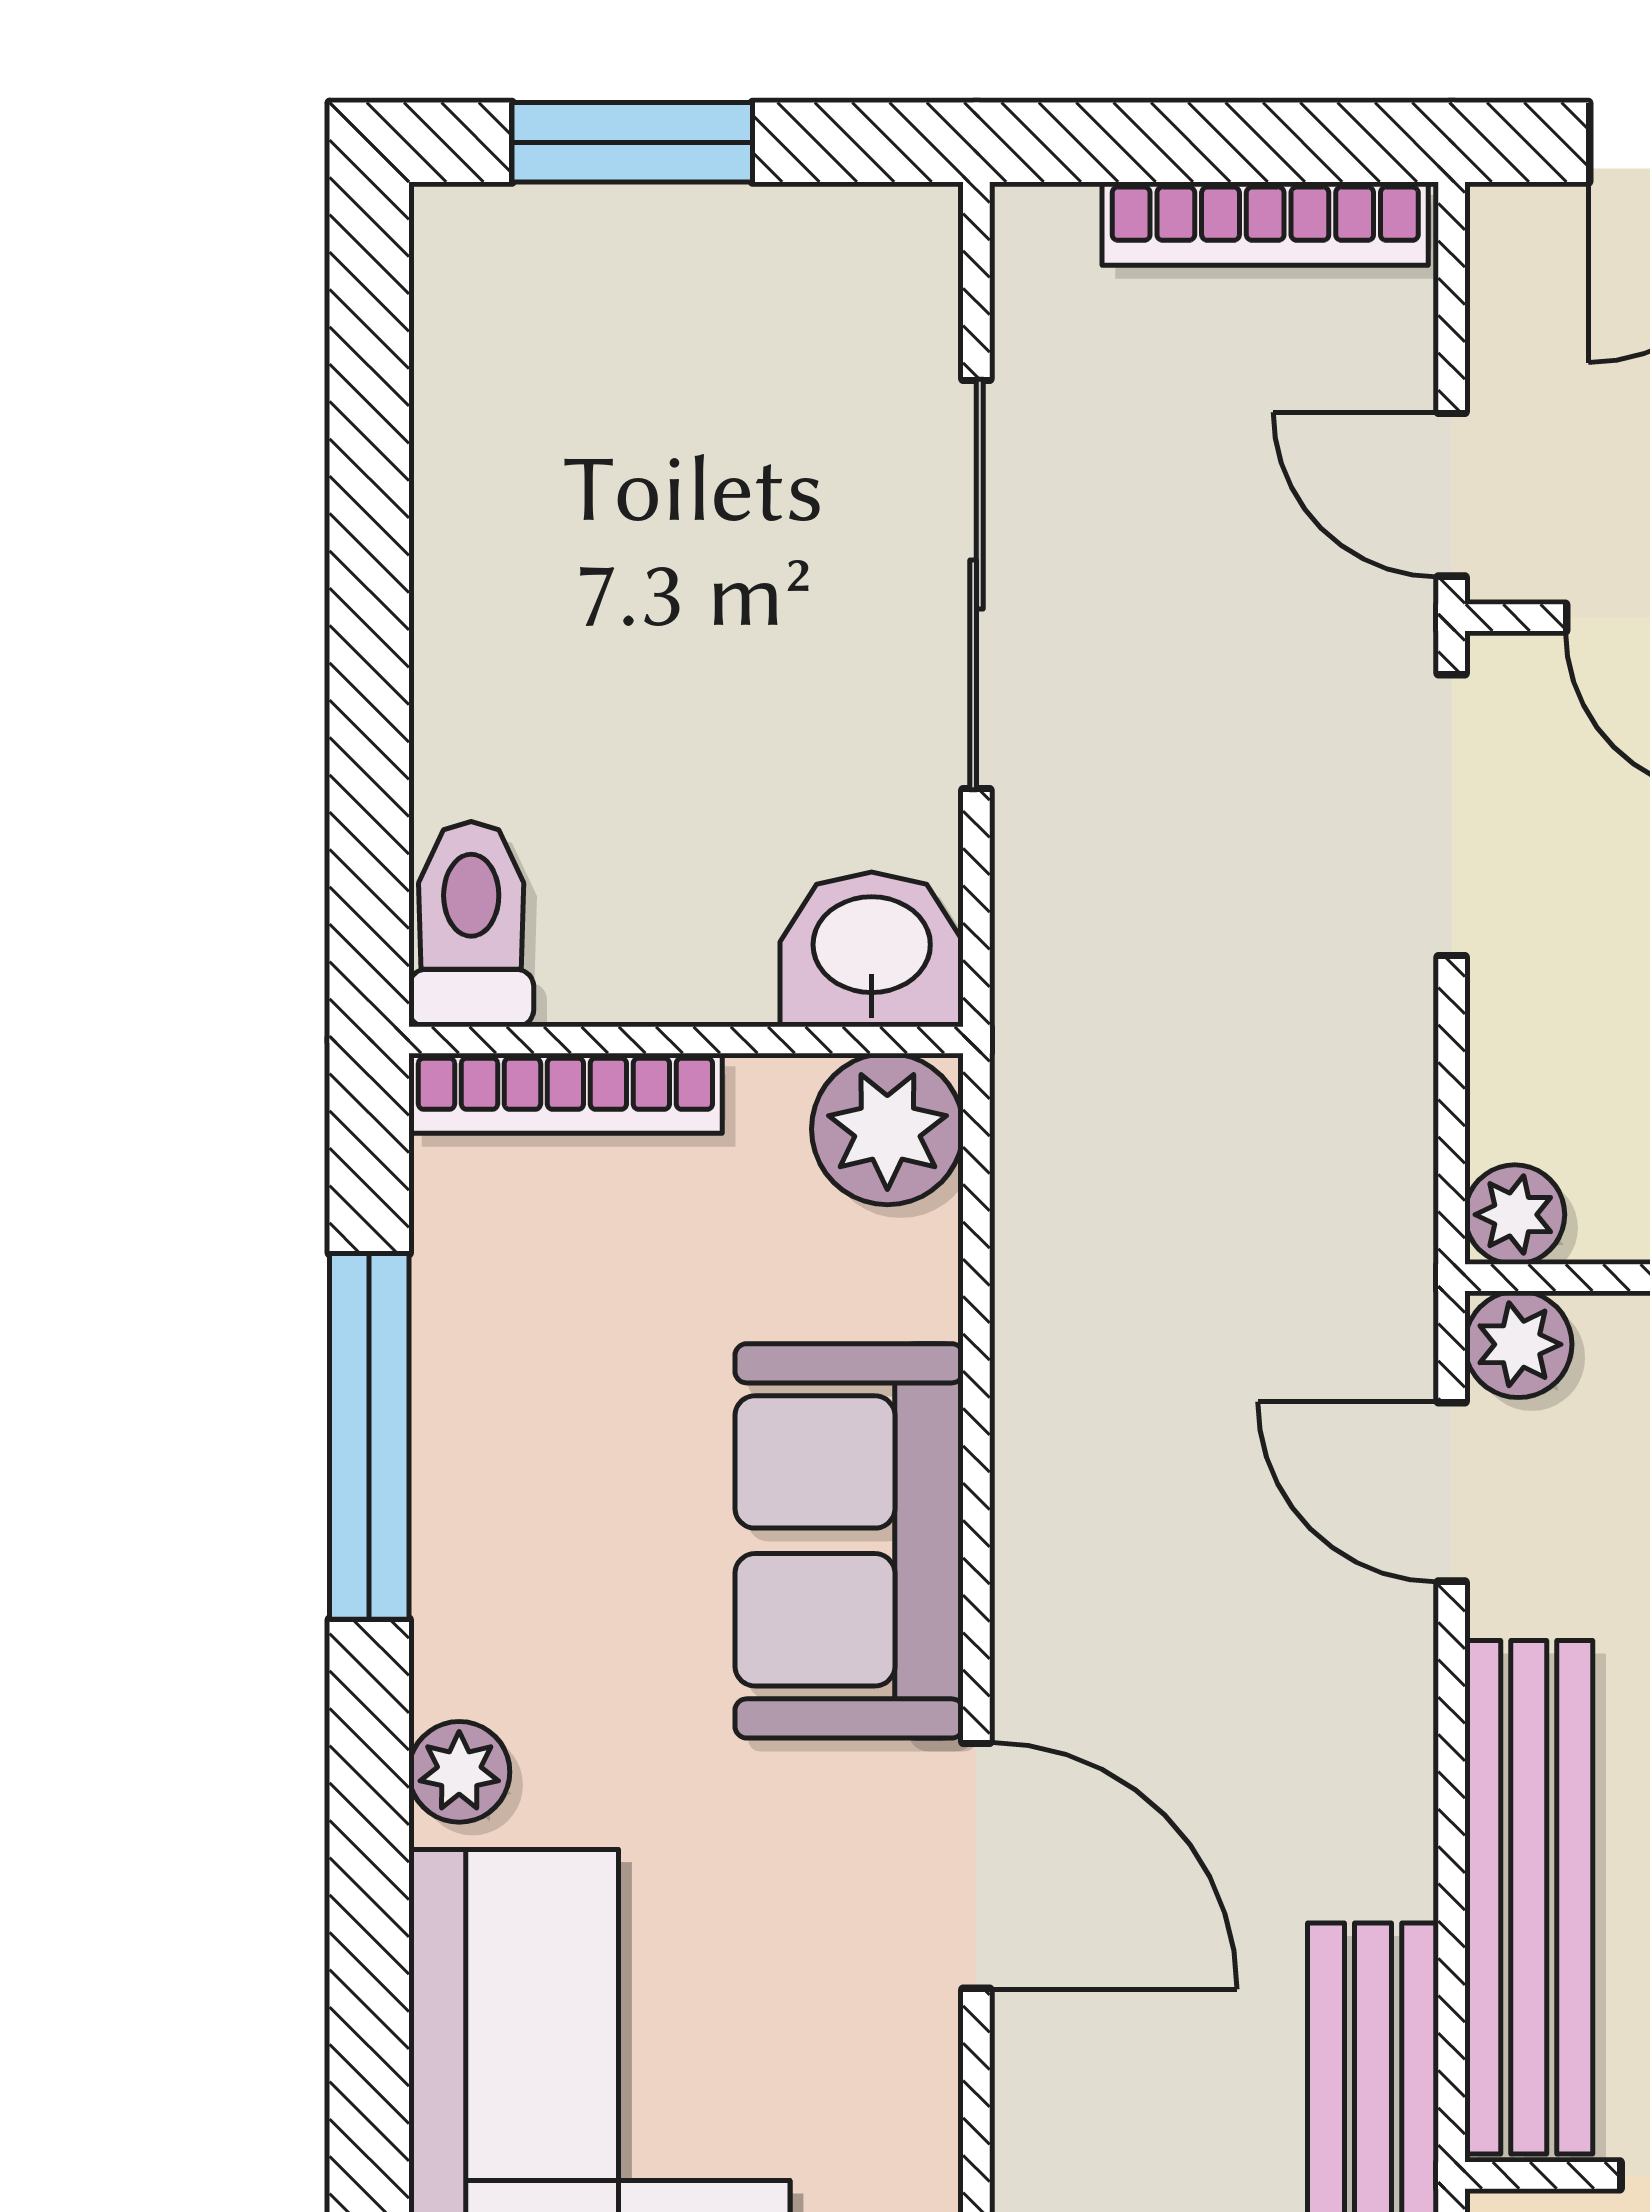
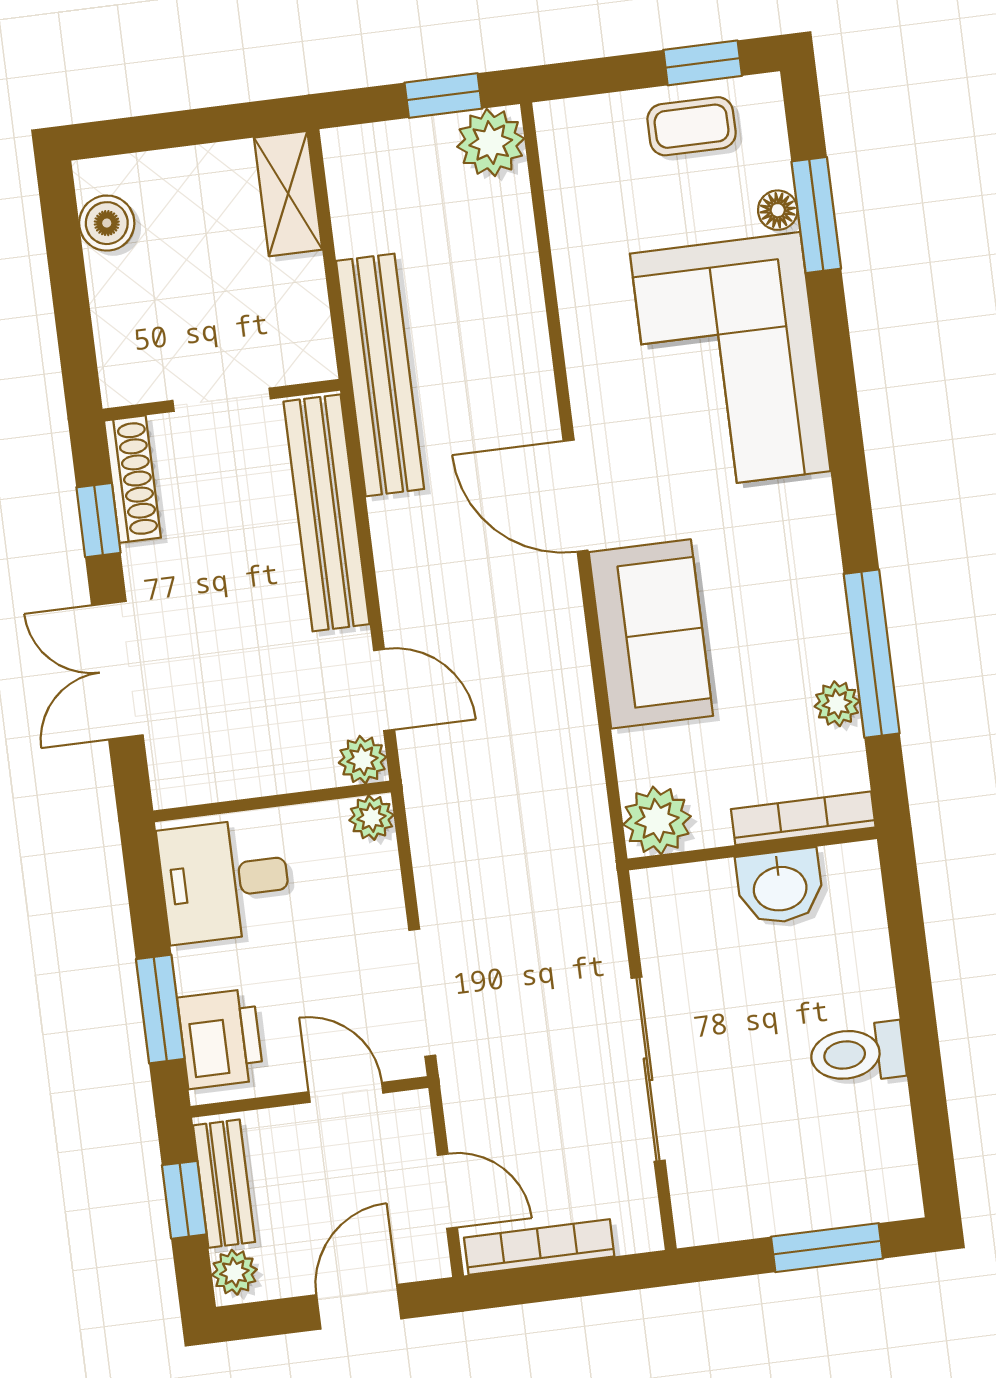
door: (1452, 495) -> (447, 1191), moved
toilet: (471, 924) -> (857, 1053), moved, turned 90
washbasin: (872, 949) -> (780, 887), moved
plant: (459, 1772) -> (837, 704), moved

